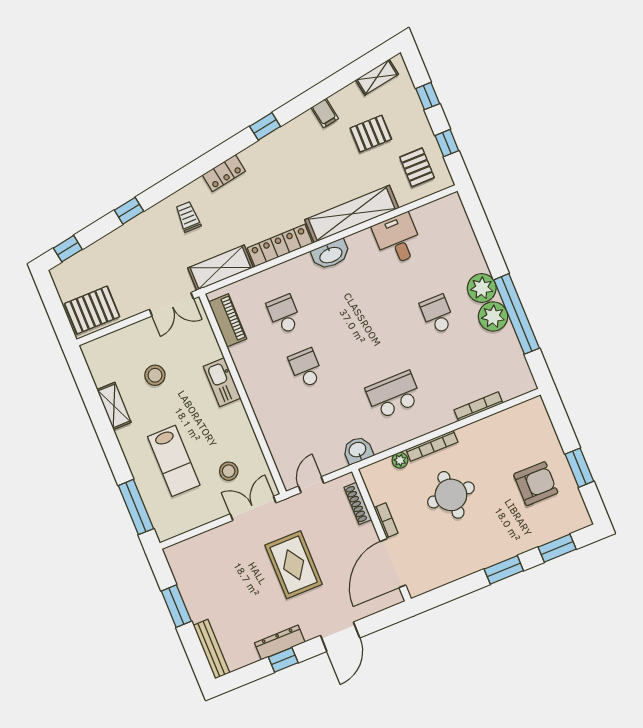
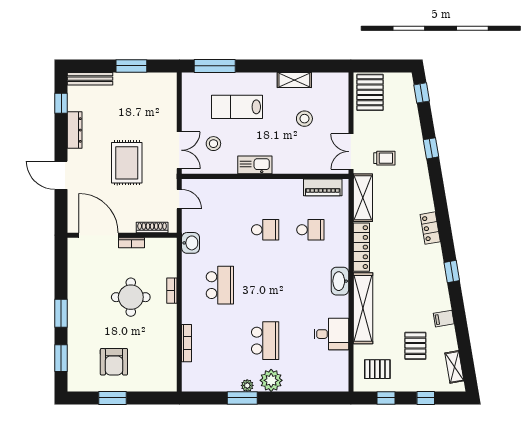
trolley: (188, 217) -> (384, 158), moved
school desk: (437, 314) -> (265, 341), width x1.85
window: (517, 314) -> (242, 398), width x0.47
plant: (493, 316) -> (247, 385), width x0.53, depth x0.53
kitchen sink: (222, 382) -> (255, 165), moved
bookcase: (432, 446) -> (172, 291), width x0.64
plant: (400, 460) -> (171, 271), removed
rug: (294, 565) -> (127, 163), turned 90
window: (283, 660) -> (61, 103), moved

